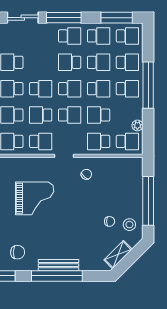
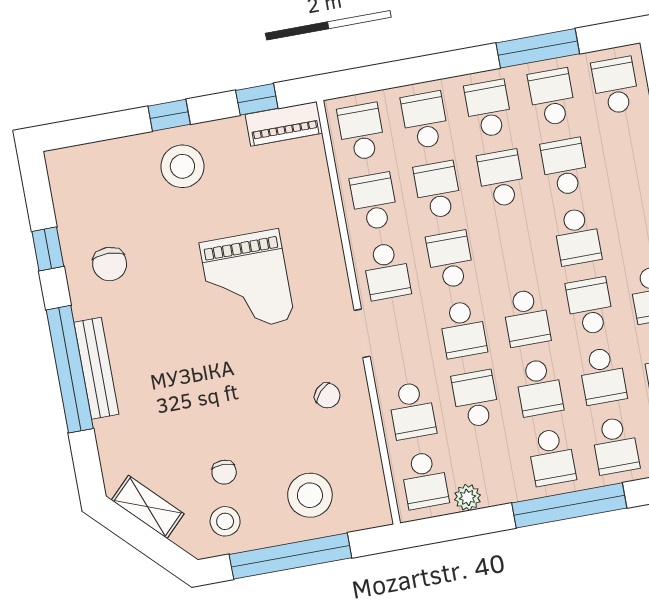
school desk: (41, 89) -> (577, 237), moved
school desk: (99, 141) -> (412, 411), turned 180
stool: (125, 189) -> (310, 495), added

